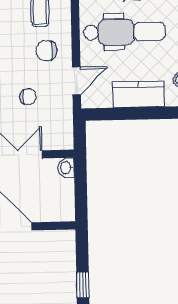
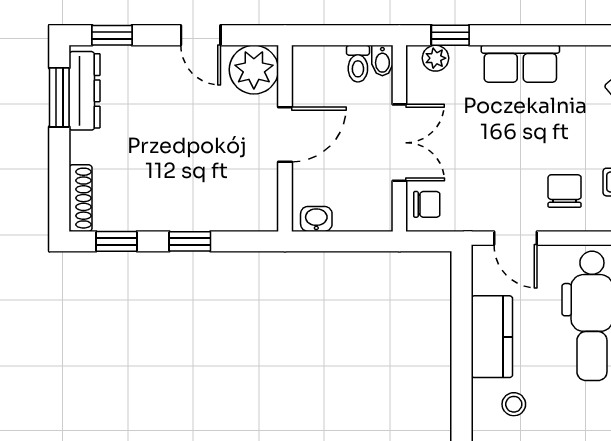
chair: (28, 97) -> (427, 204), moved, turned -90
washbasin: (66, 168) -> (316, 219), moved

